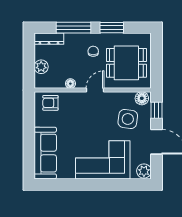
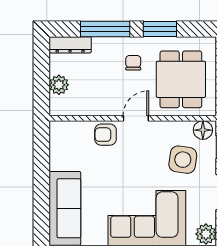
dining table: (126, 63) -> (181, 79), turned 90
floor lamp: (70, 84) -> (101, 109), removed
armchair: (50, 103) -> (106, 135), moved

